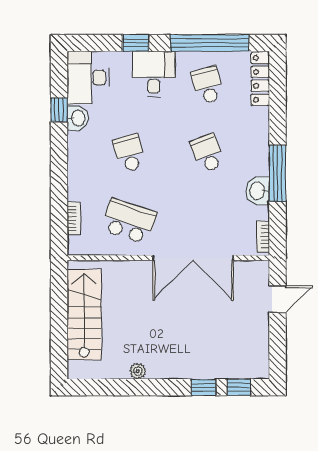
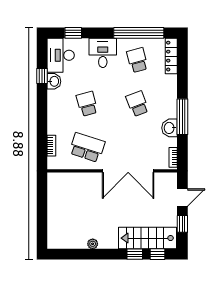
window: (136, 43) -> (73, 33), moved
stairs: (84, 315) -> (147, 238), moved, turned -90
window: (278, 340) -> (182, 224), added

